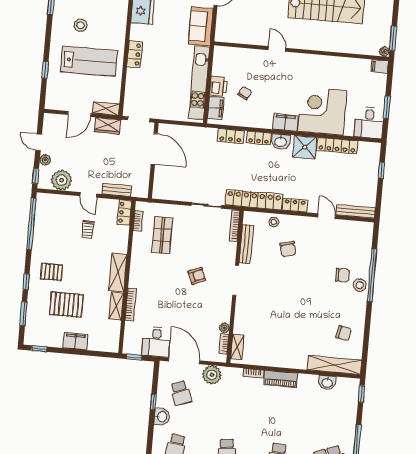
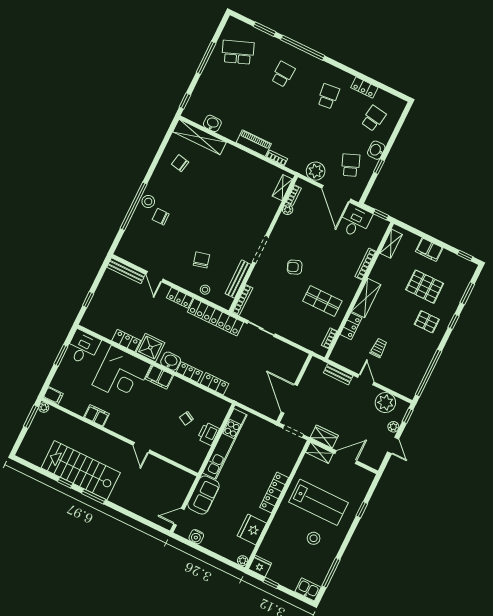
locker: (135, 54) -> (274, 493), width x1.53
lab bench: (89, 61) -> (318, 502), turned 180
filing cabinet: (216, 108) -> (97, 415), moved, turned 90
locker: (337, 146) -> (126, 341), width x0.66
locker: (124, 213) -> (351, 326), moved
shop shelf: (162, 235) -> (322, 301), moved, turned 90
shelving: (116, 306) -> (391, 244), moved

